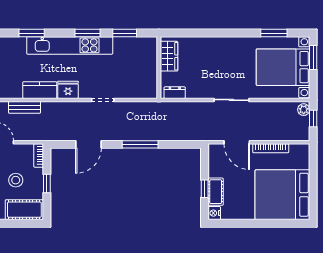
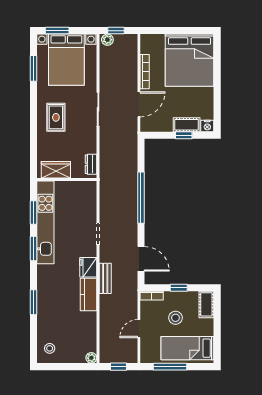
kitchen unit: (70, 45) -> (45, 222), moved
rug: (223, 56) -> (56, 117), added
bench: (24, 107) -> (105, 278), moved
door: (88, 144) -> (141, 259), moved
window: (140, 144) -> (141, 198), width x1.46
cot: (24, 210) -> (206, 304), width x0.73, depth x0.75

